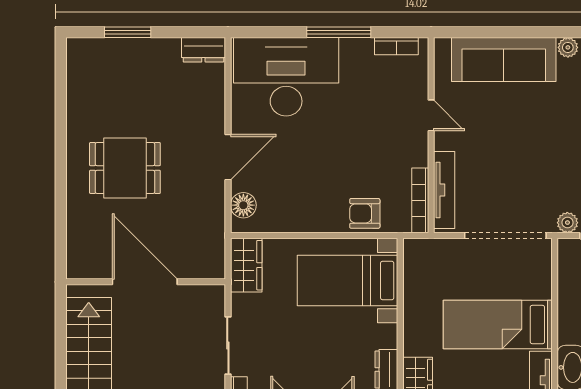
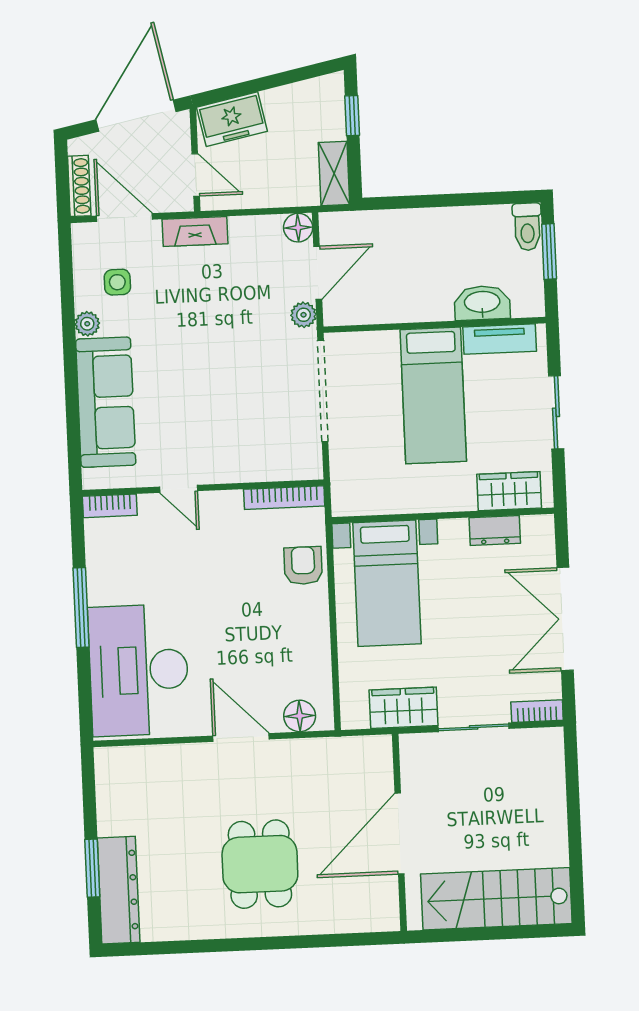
bookcase: (396, 46) -> (110, 506), moved, turned 90
dresser: (203, 50) -> (119, 890), moved, width x1.96, depth x1.24
door: (431, 115) -> (178, 489), swing flipped
tv unit: (444, 190) -> (270, 469), removed
armchair: (365, 213) -> (303, 566), turned 180
wardrobe: (246, 265) -> (403, 708), moved

